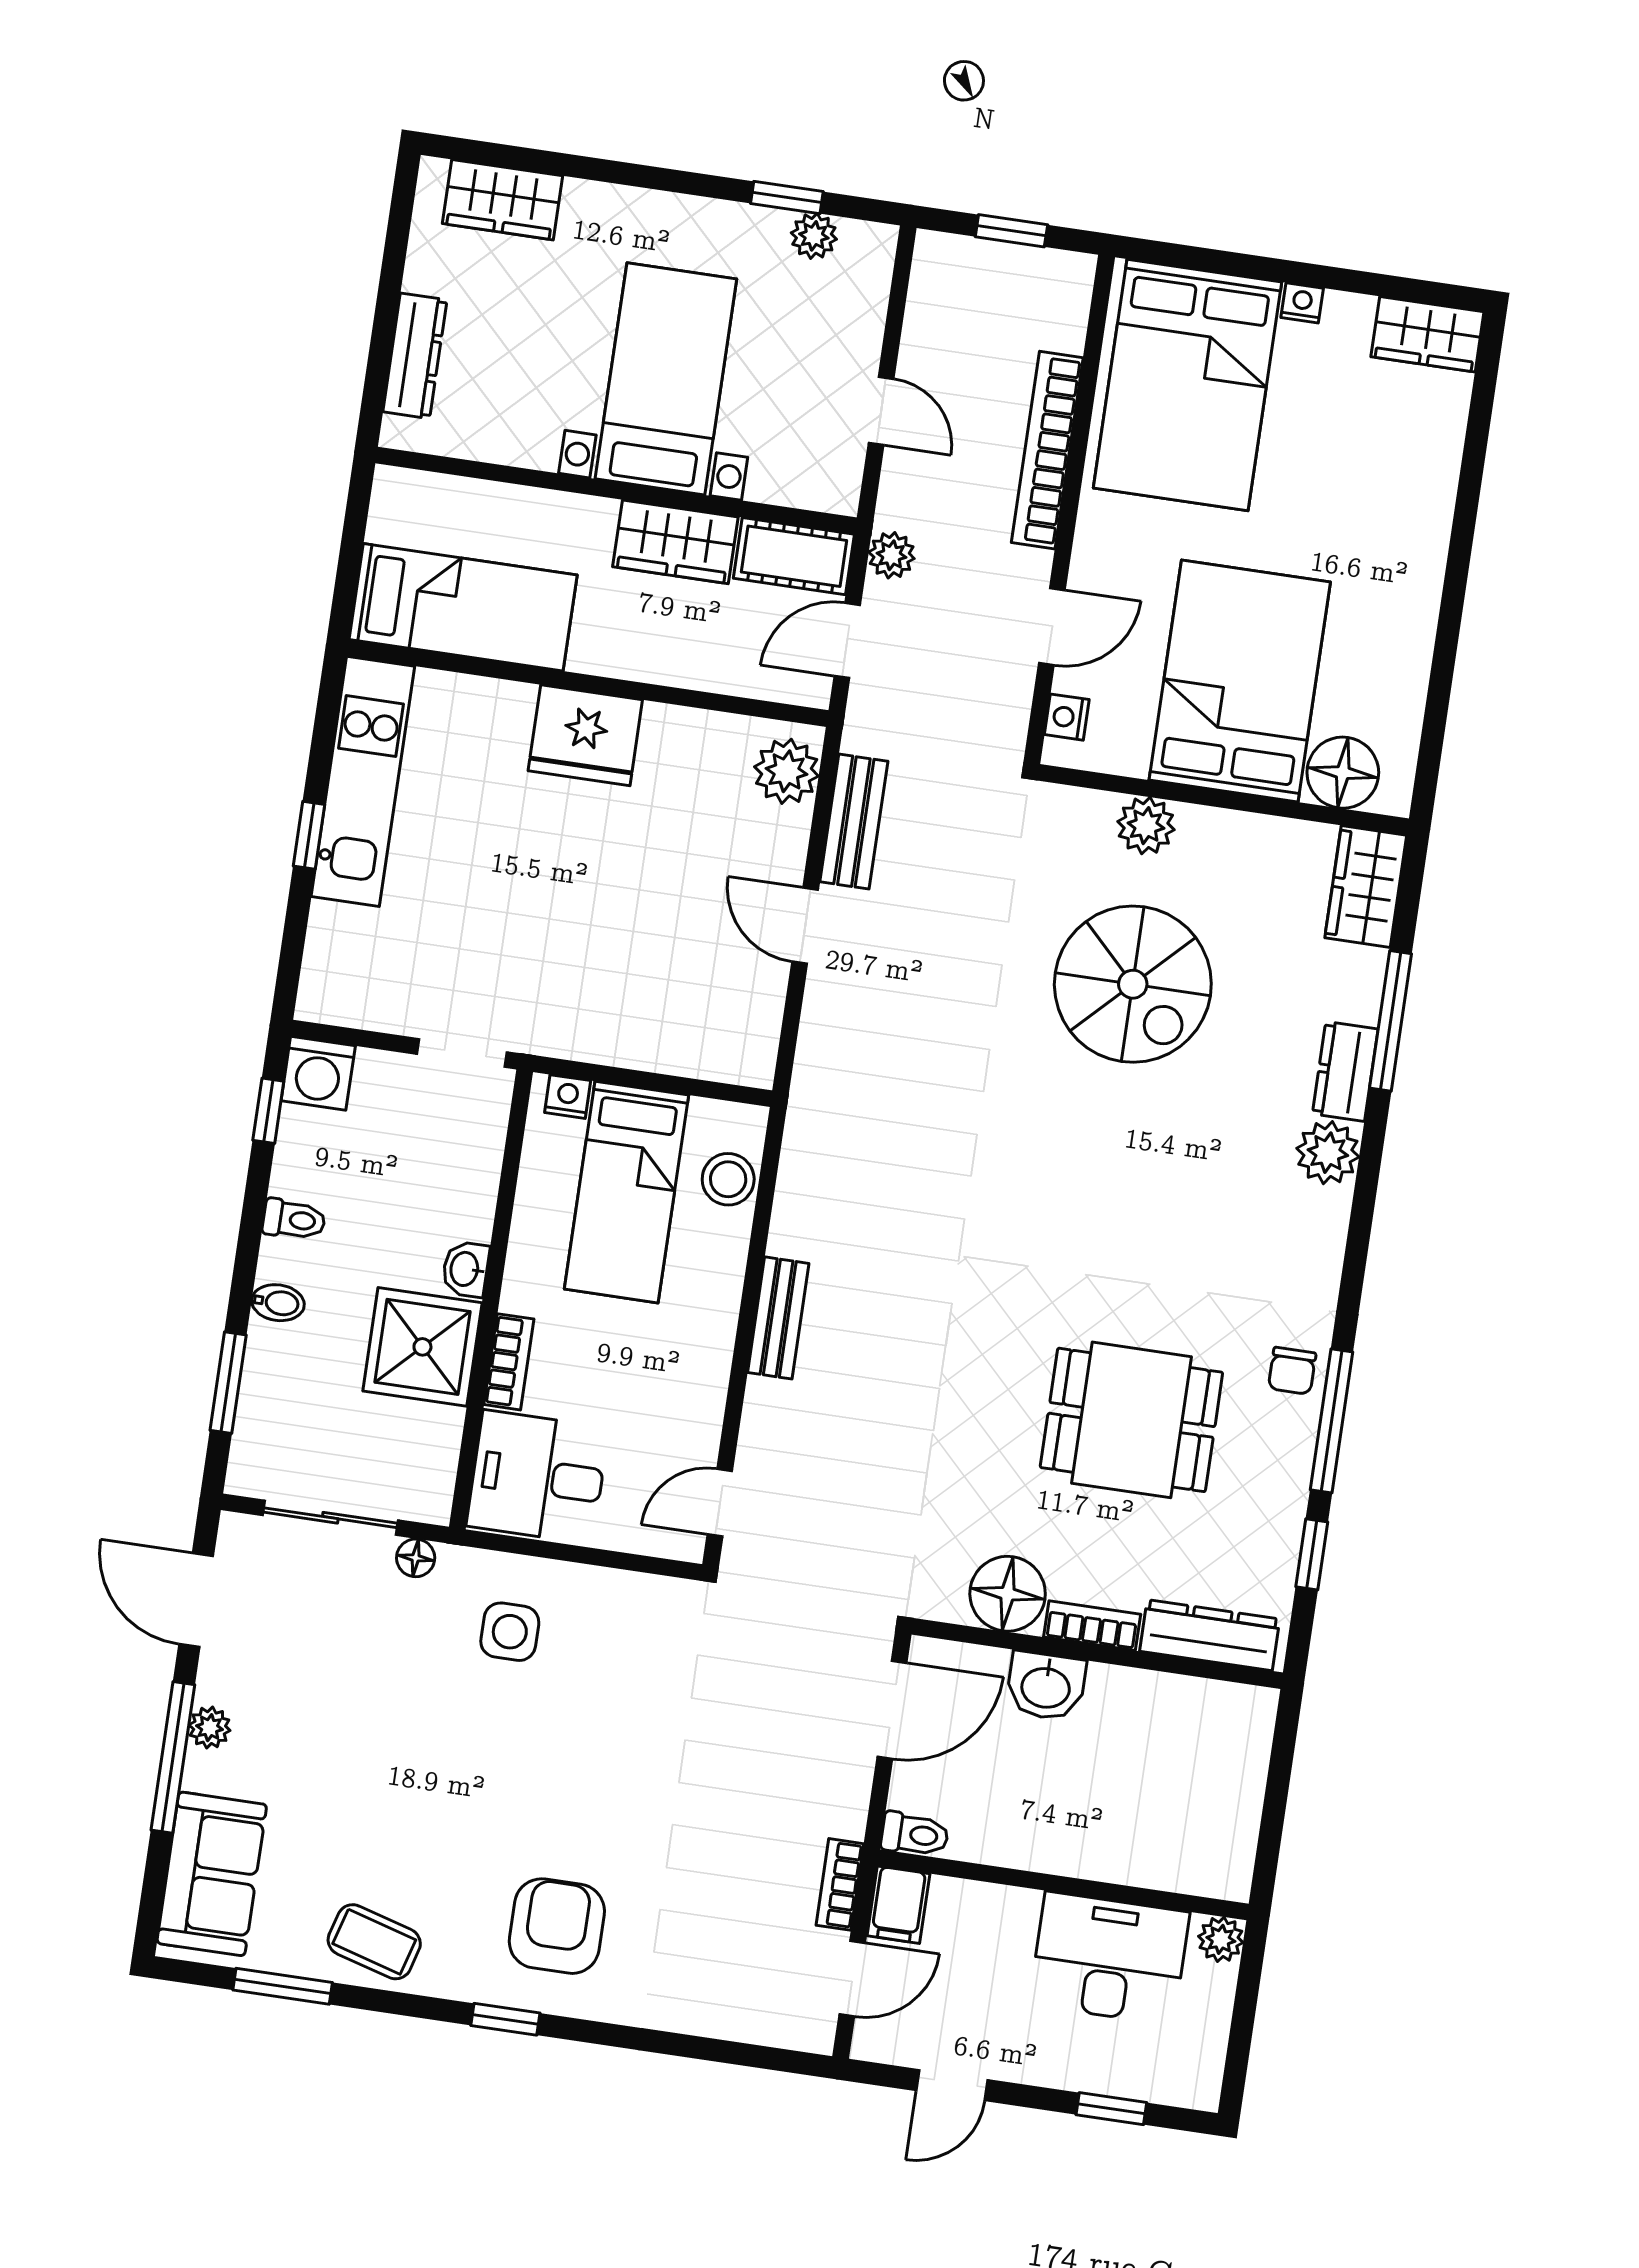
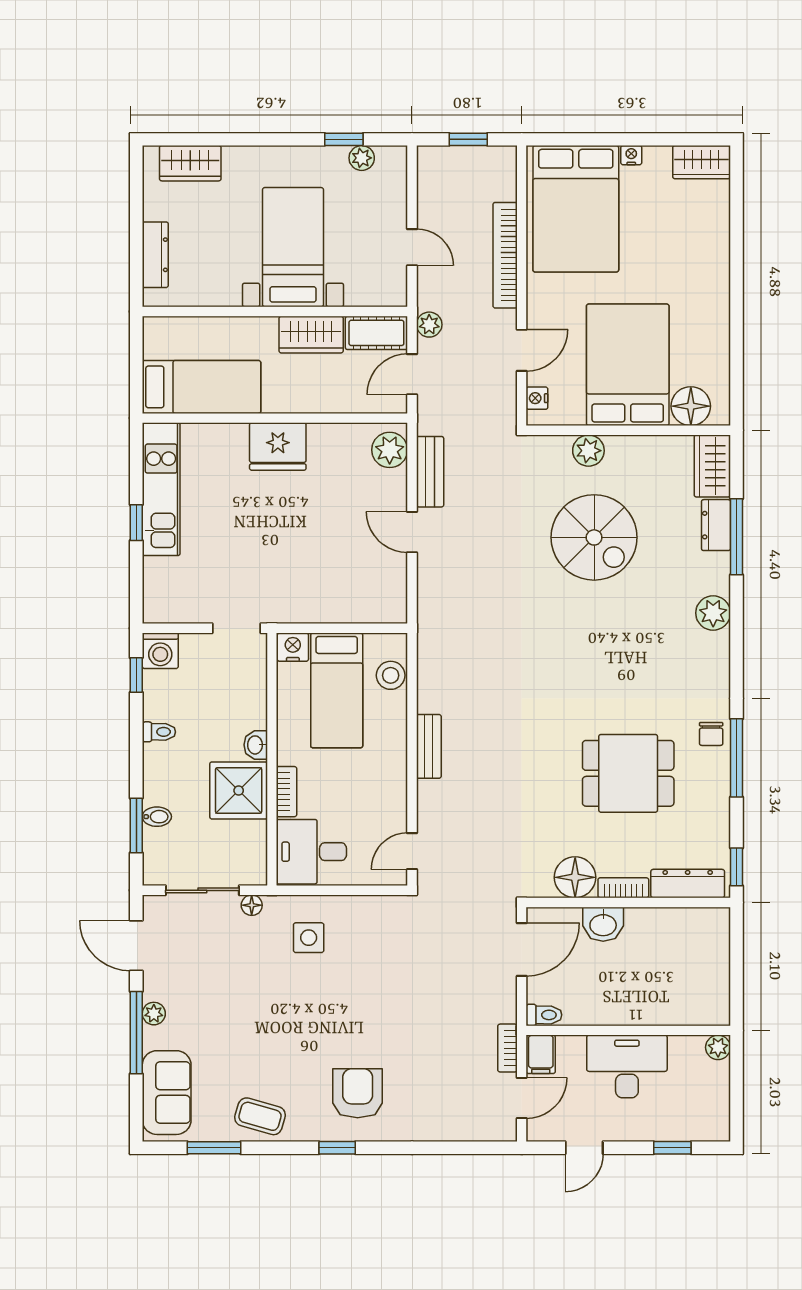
dresser: (1345, 1071) -> (716, 525), moved
nightstand: (568, 1097) -> (293, 647), width x1.39, depth x1.35
bidet: (278, 1303) -> (157, 817), moved
window: (1312, 1554) -> (736, 867), moved
desk: (1109, 1958) -> (627, 1066), moved

